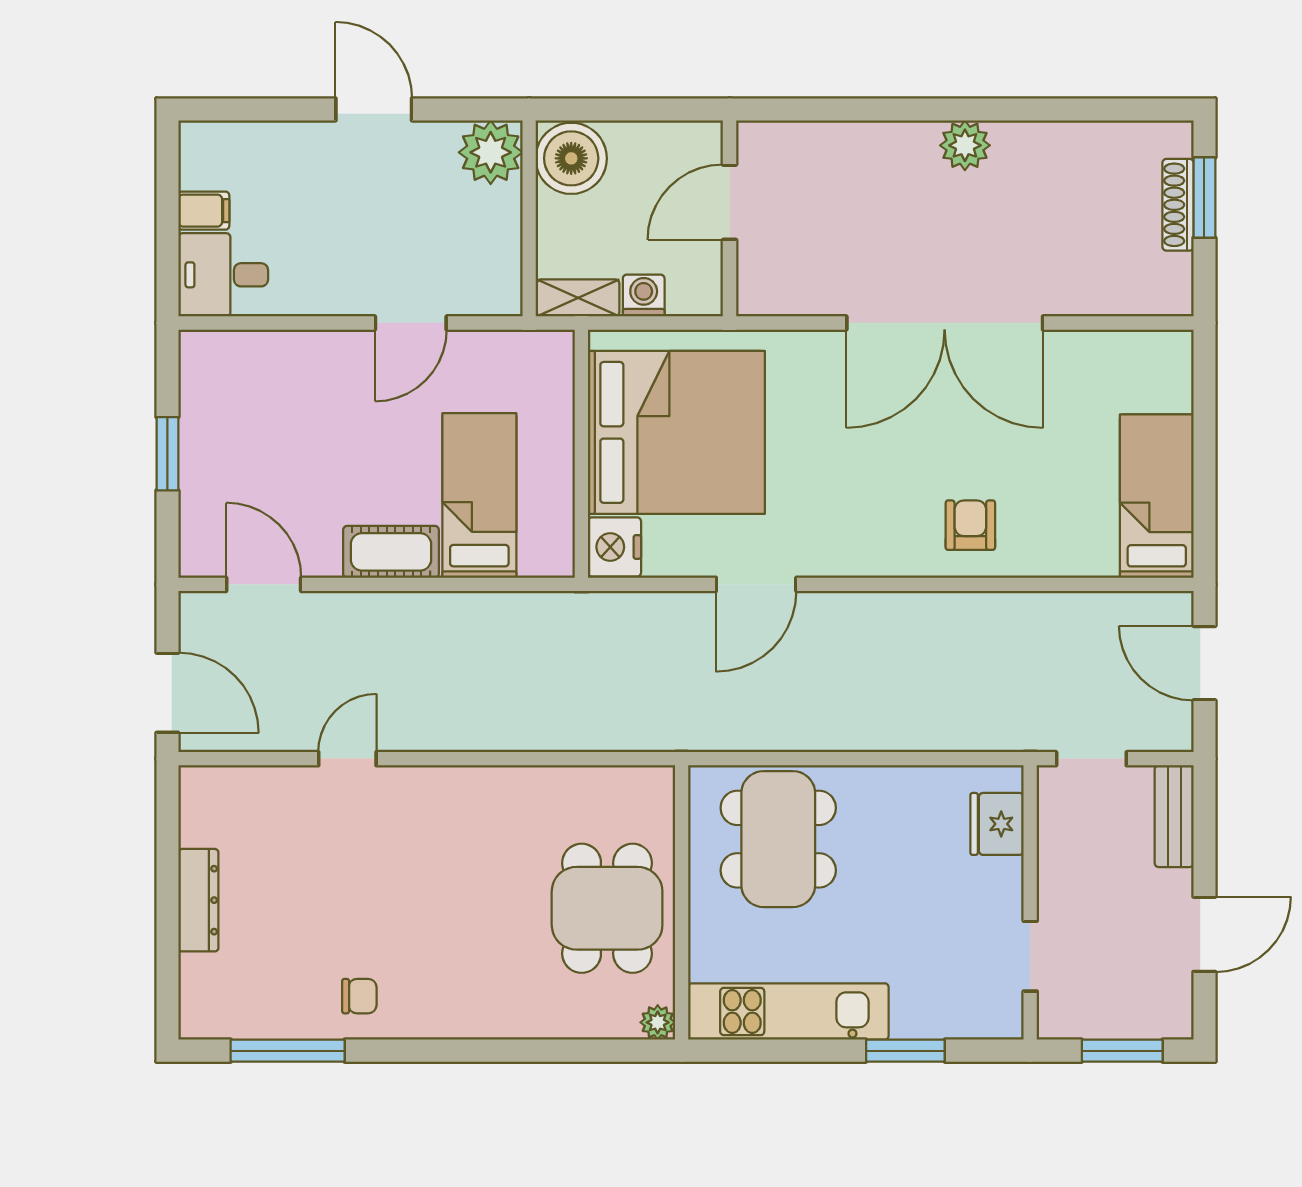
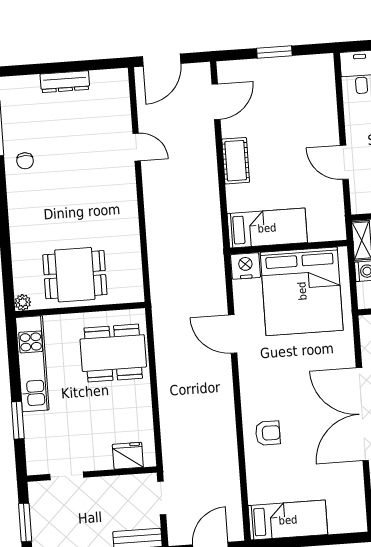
bed: (479, 496) -> (267, 228), moved

